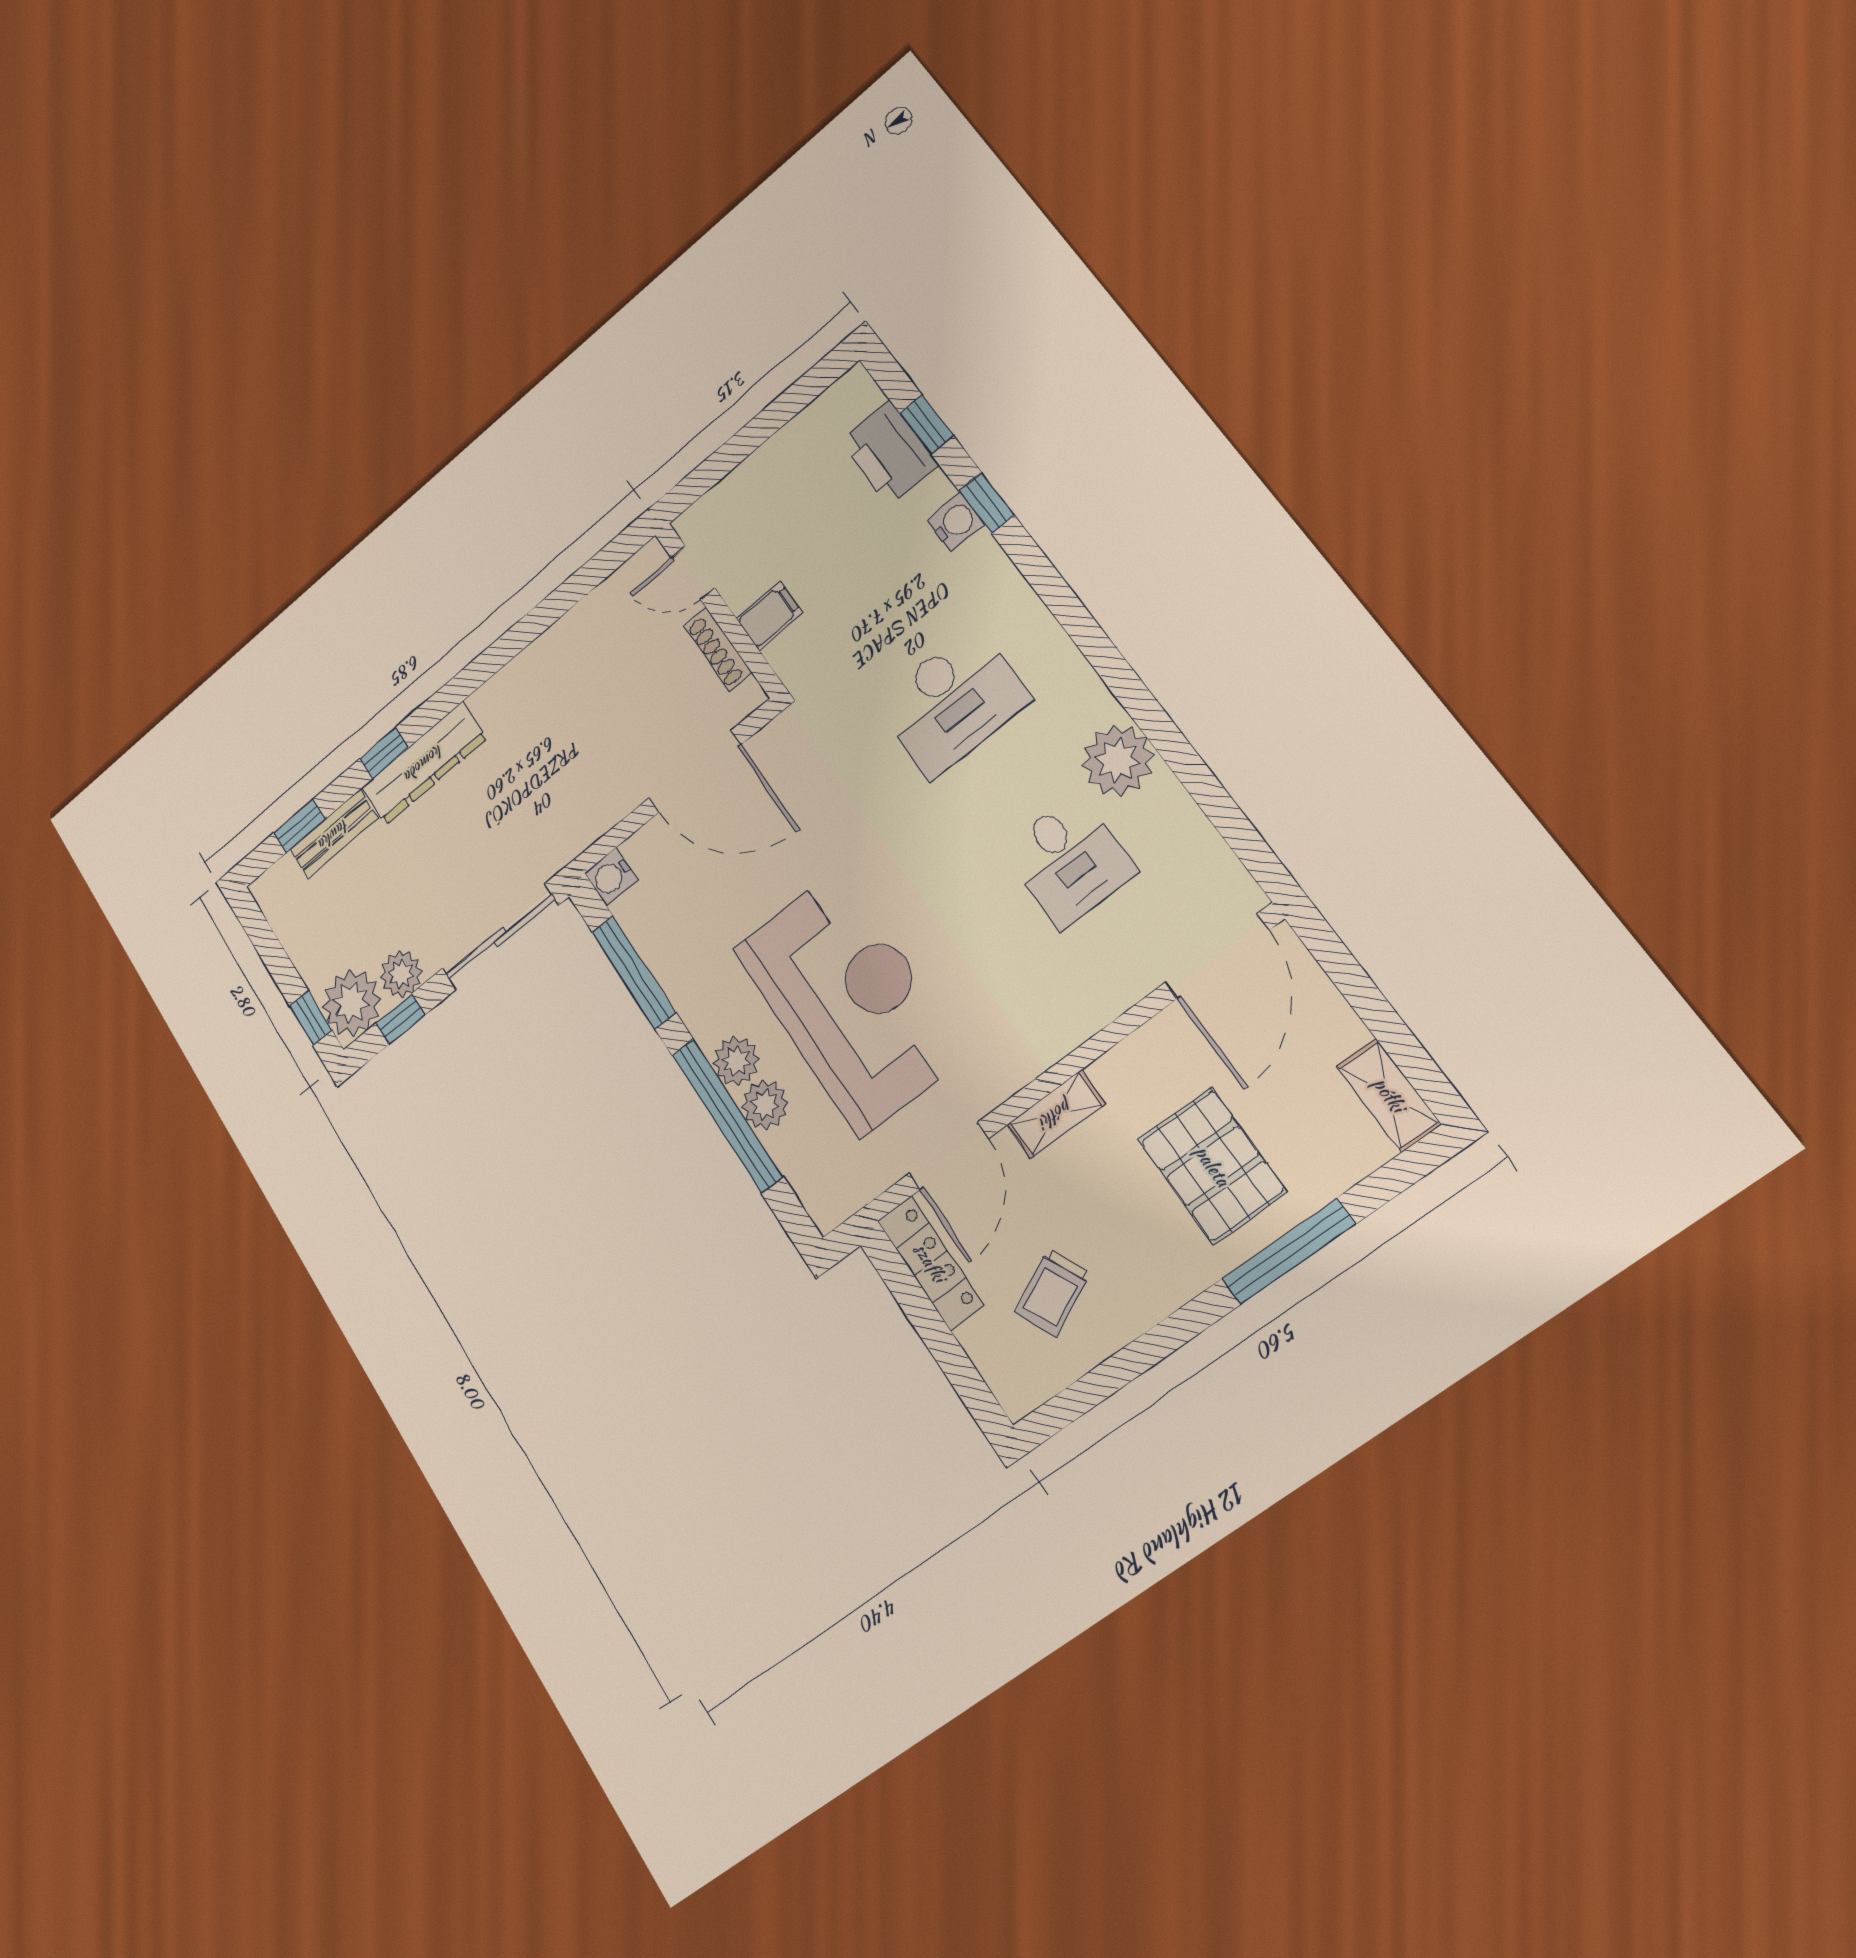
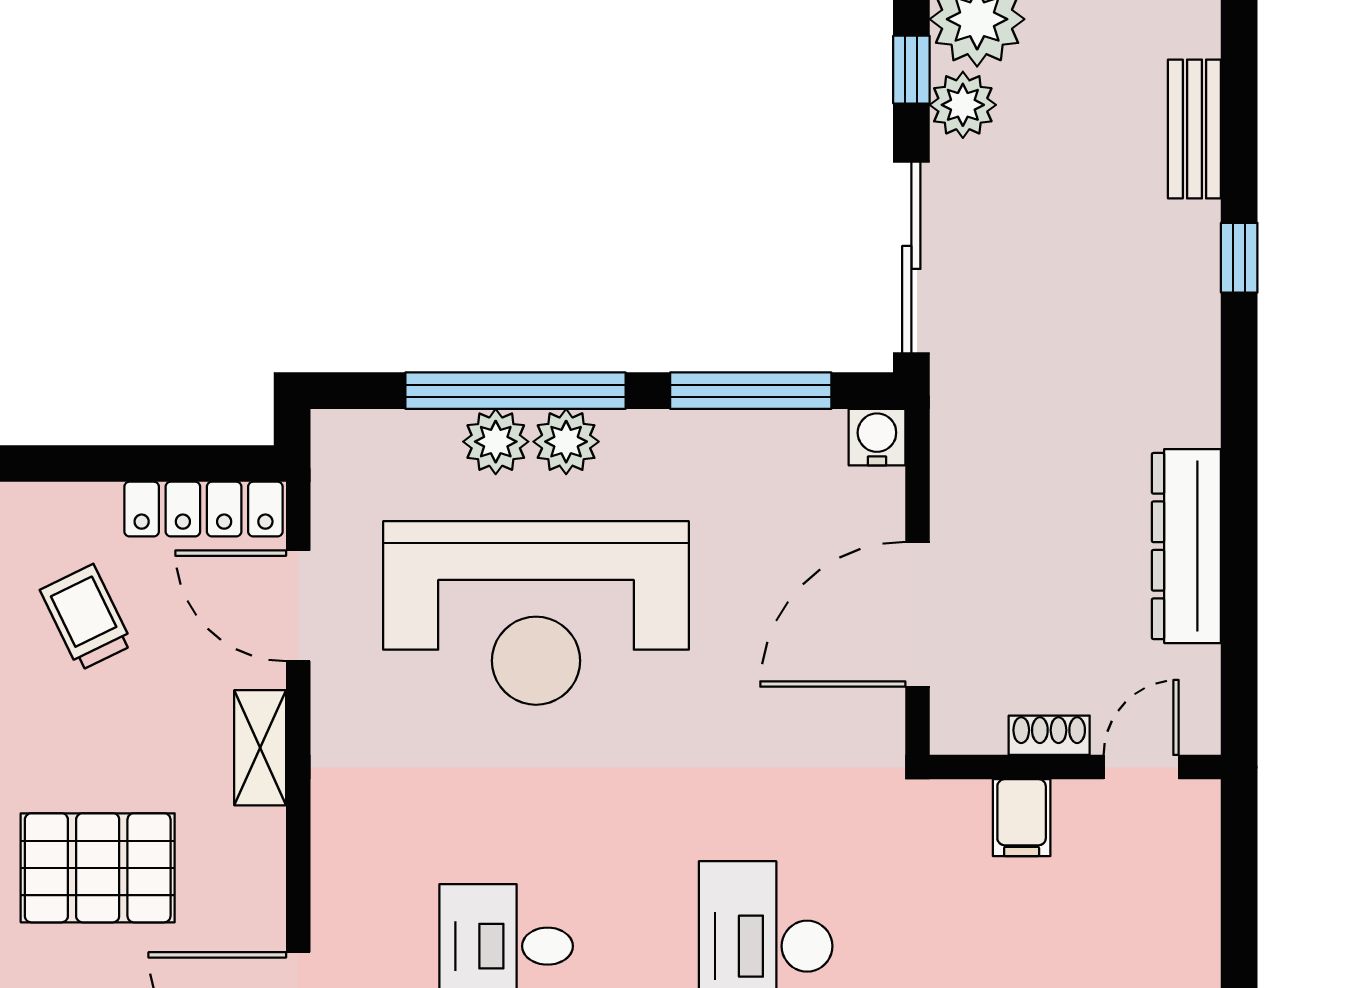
shoe rack: (718, 649) -> (1049, 735), width x0.70
dresser: (424, 763) -> (1186, 546), moved
window: (299, 826) -> (1239, 91), removed

